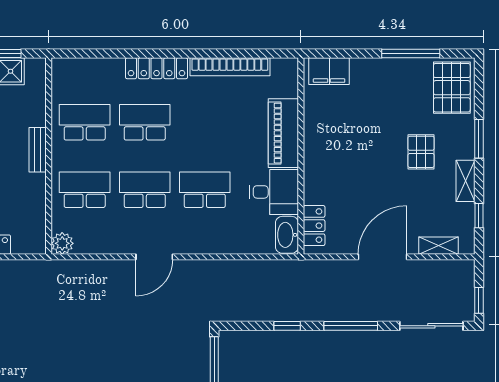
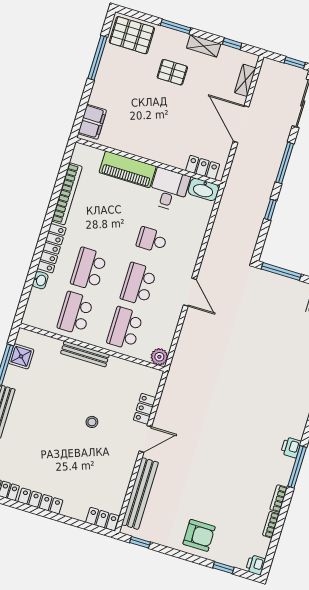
washbasin: (112, 66) -> (40, 280), added
bench: (38, 150) -> (85, 354), width x1.36
school desk: (205, 190) -> (152, 240), width x0.54

